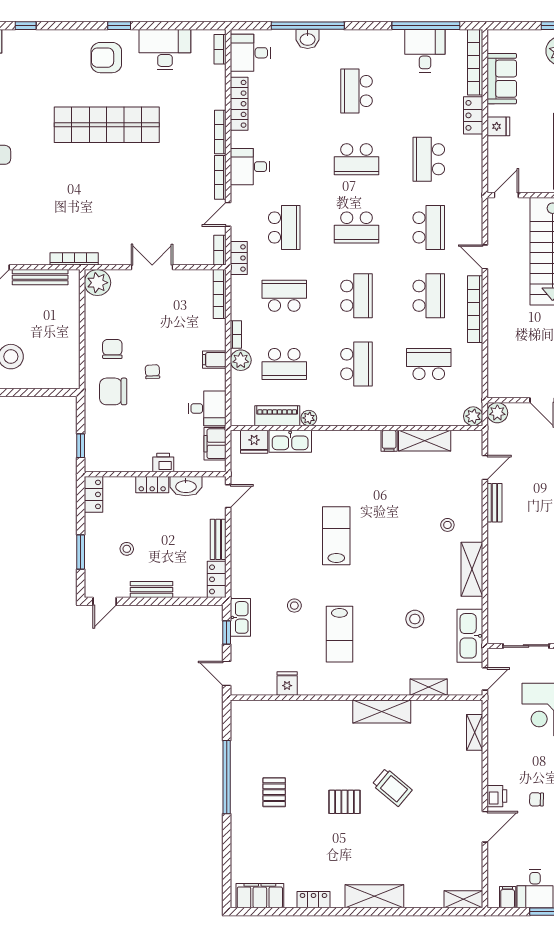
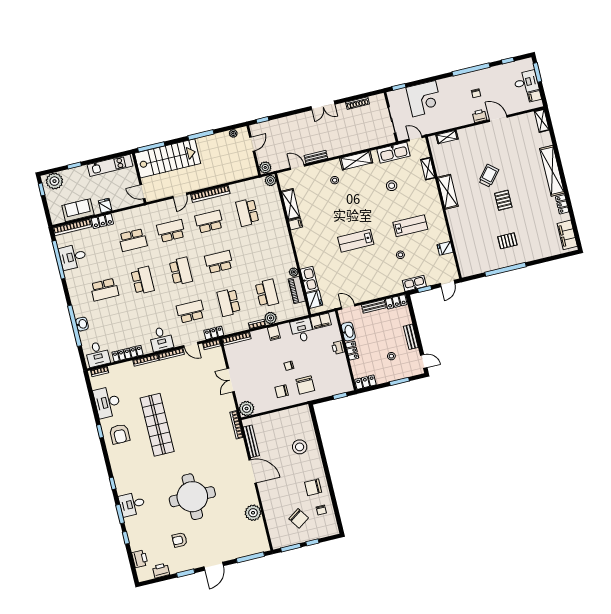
school desk: (356, 364) -> (257, 253), removed
shelving: (374, 896) -> (552, 171), width x1.47

